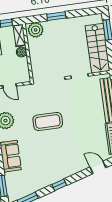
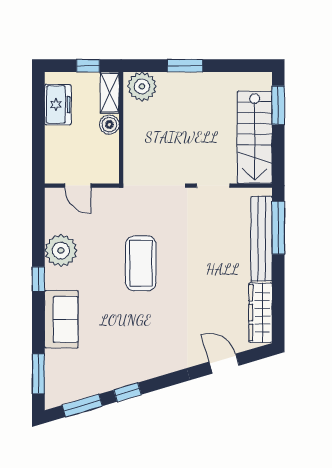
coffee table: (48, 121) -> (141, 263), turned 90
window: (59, 185) -> (128, 392), moved

